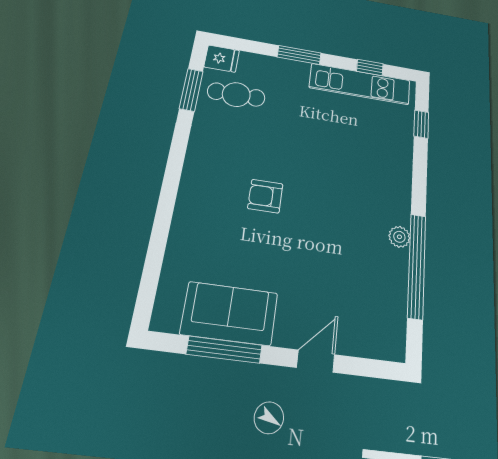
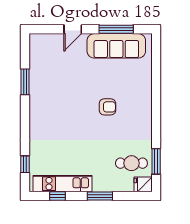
plant: (399, 237) -> (35, 96), removed
window: (417, 266) -> (25, 82), width x0.47
sofa: (229, 313) -> (116, 46), width x1.36

